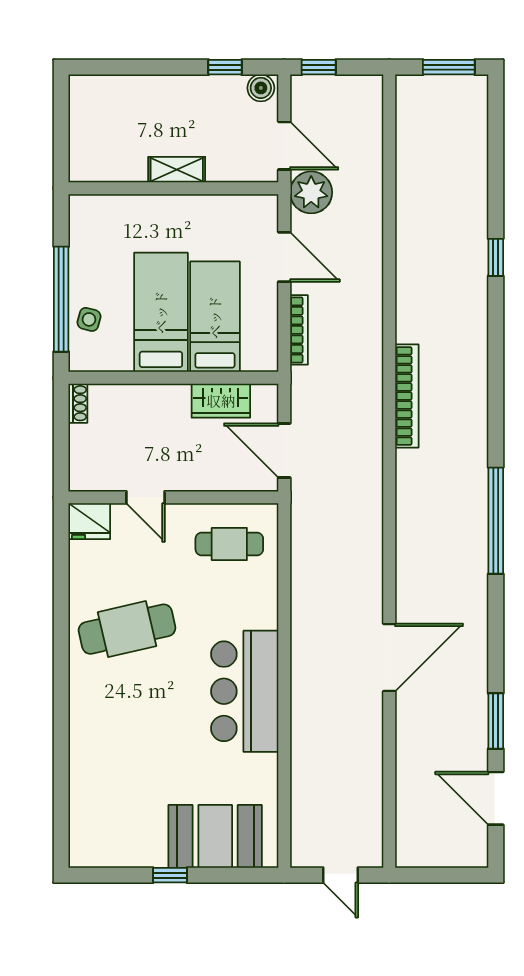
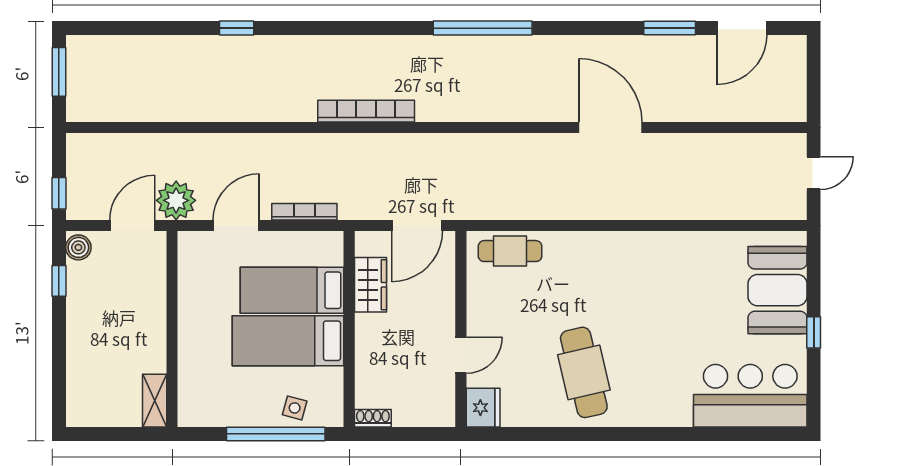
shelving: (177, 170) -> (155, 401), moved
cafe table: (229, 544) -> (510, 251), moved, turned 90
bar counter: (245, 691) -> (750, 396), moved, turned 180

